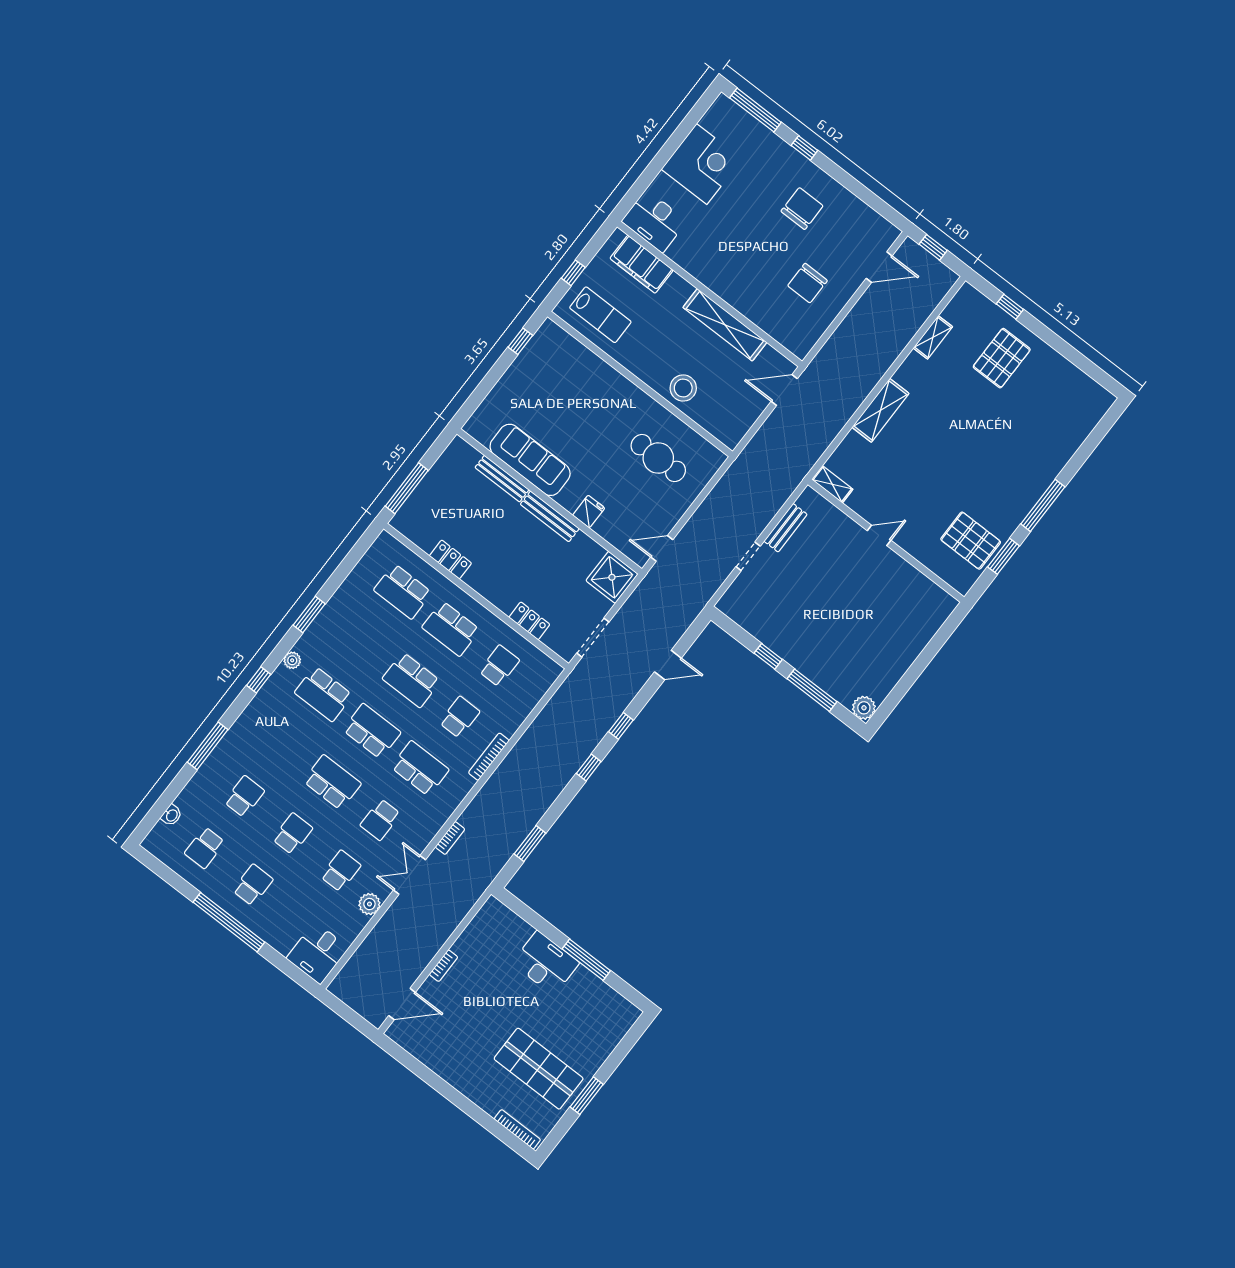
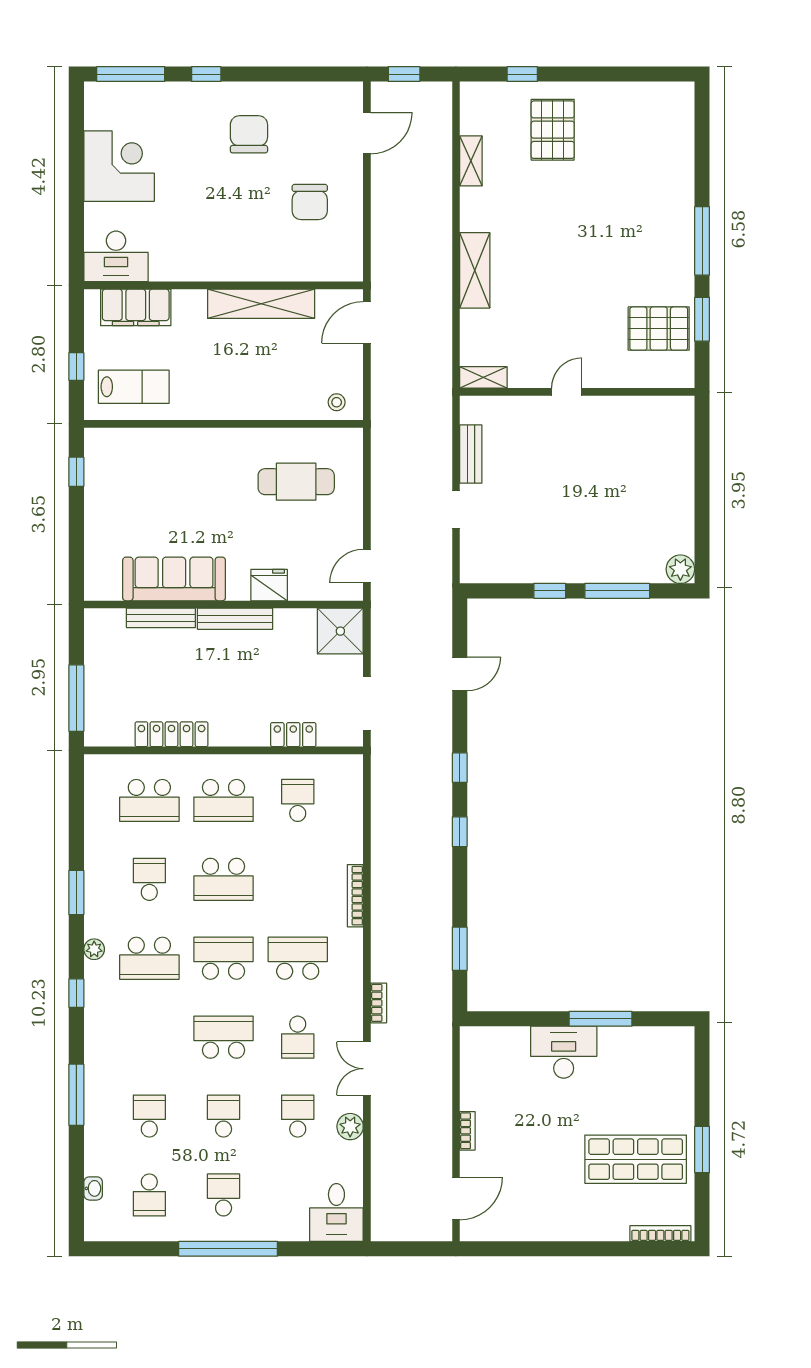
stool: (683, 388) -> (337, 402), moved, width x0.53, depth x0.53
fridge: (589, 512) -> (269, 585), width x1.38
locker: (450, 559) -> (171, 734), width x1.53
school desk: (460, 717) -> (149, 879), moved

